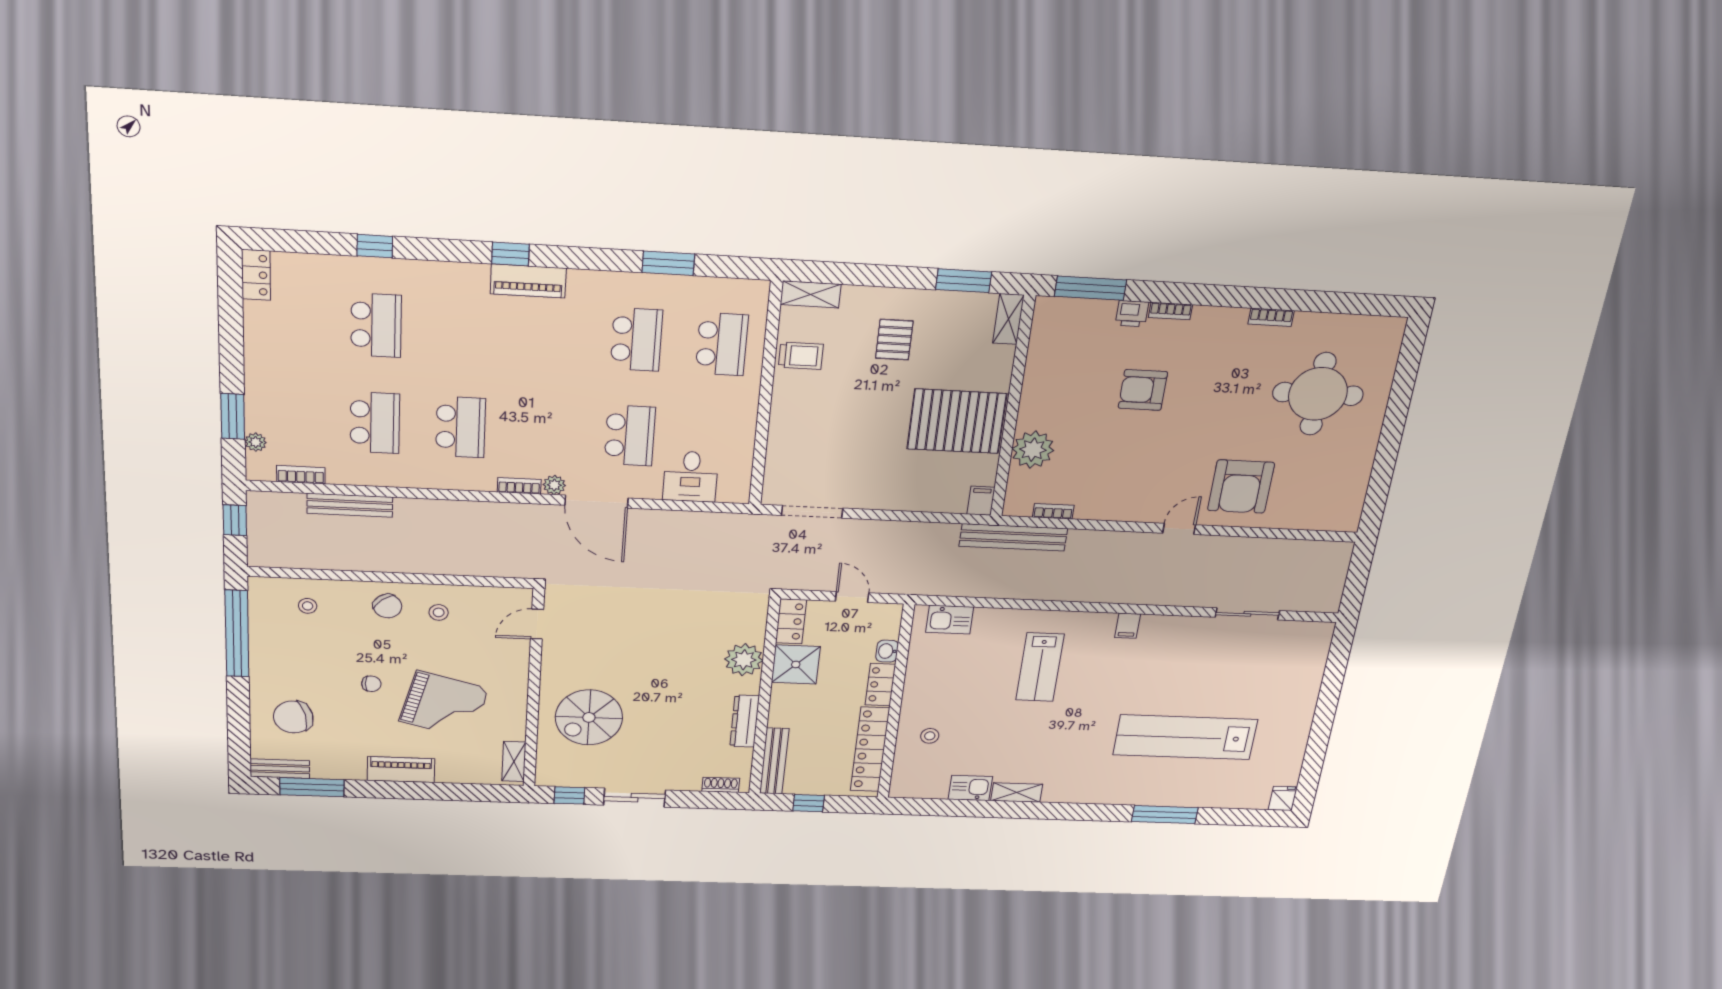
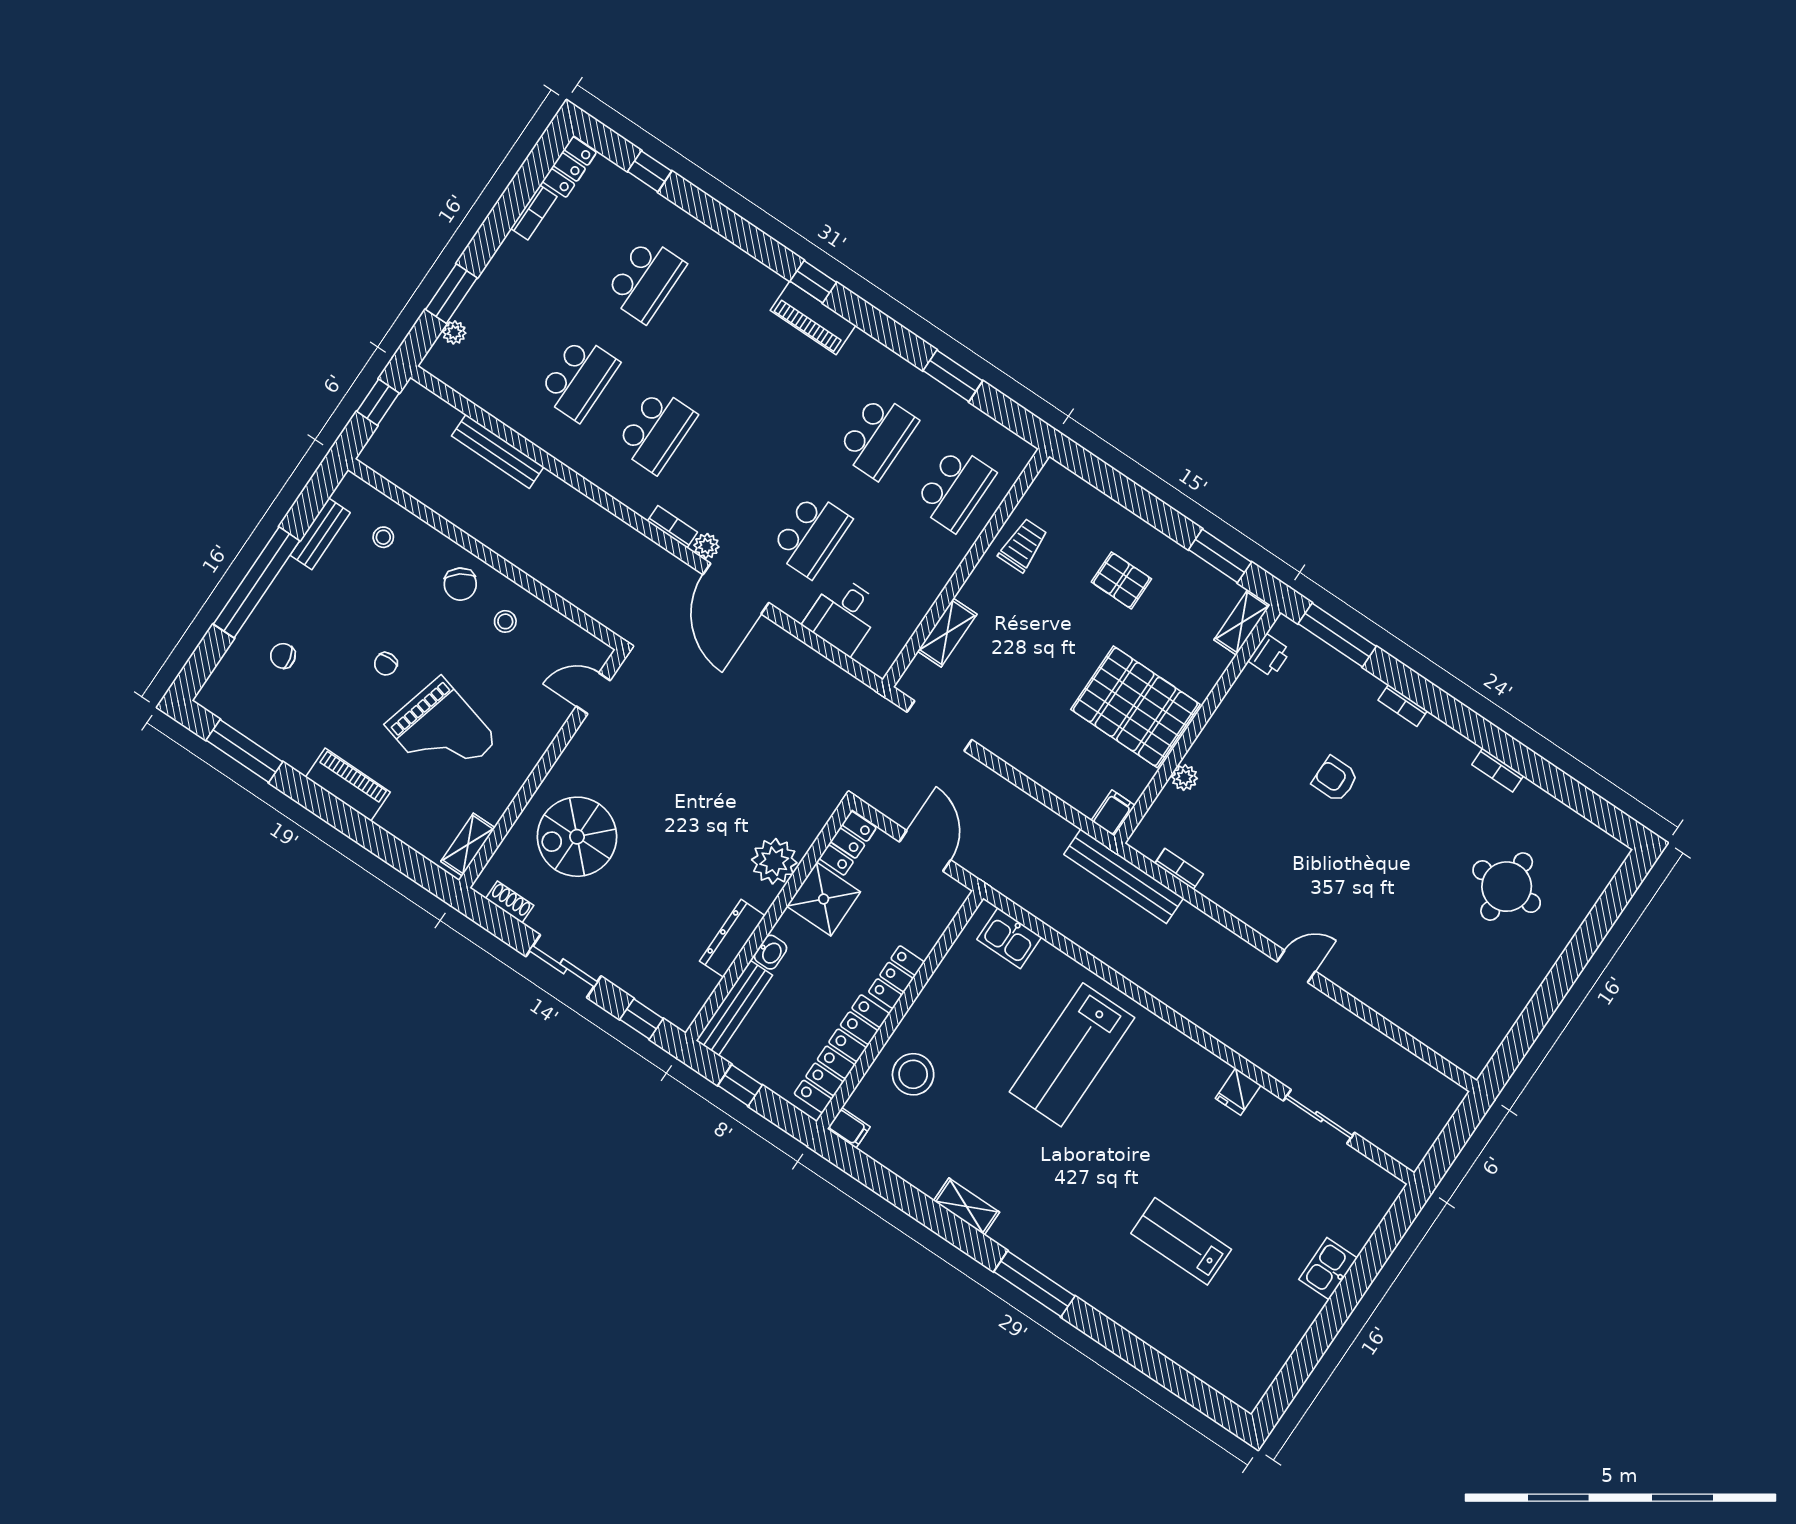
window: (375, 246) -> (650, 171), moved
shelving: (811, 294) -> (947, 633), moved, turned 90
printer: (1132, 314) -> (1269, 656), moved, turned -90
pallet: (894, 340) -> (1121, 580), turned 90
trolley: (801, 356) -> (1023, 545), turned -90
armchair: (1143, 390) -> (1335, 779), width x0.72, depth x0.72
round table: (1318, 394) -> (1507, 887), width x0.73, depth x0.73
plant: (1033, 450) -> (1185, 778), width x0.53, depth x0.53
bookcase: (301, 475) -> (534, 212), moved, turned 90
armchair: (1241, 487) -> (1382, 952), removed
door: (852, 597) -> (925, 851), width x1.38
filing cabinet: (1128, 626) -> (849, 1128), moved, turned -90
window: (237, 634) -> (257, 582), moved
washbasin: (887, 651) -> (770, 952), moved, turned 180
lab bench: (1040, 667) -> (1072, 1055), width x1.36, depth x1.39
chair: (371, 684) -> (386, 664), turned 90
chair: (293, 717) -> (283, 656), width x0.54, depth x0.54
stool: (930, 736) -> (913, 1074), width x1.89, depth x1.89
lab bench: (1185, 737) -> (1181, 1241), width x0.54, depth x0.72
bench: (280, 769) -> (320, 534), moved, turned 90
shoe rack: (721, 785) -> (510, 902), moved
kitchen sink: (970, 788) -> (1328, 1269), moved, turned -90
window: (569, 795) -> (642, 1019), moved
fridge: (1283, 798) -> (1238, 1092), moved, turned 180
window: (1165, 815) -> (1034, 1284), moved

